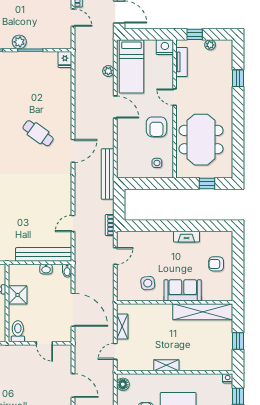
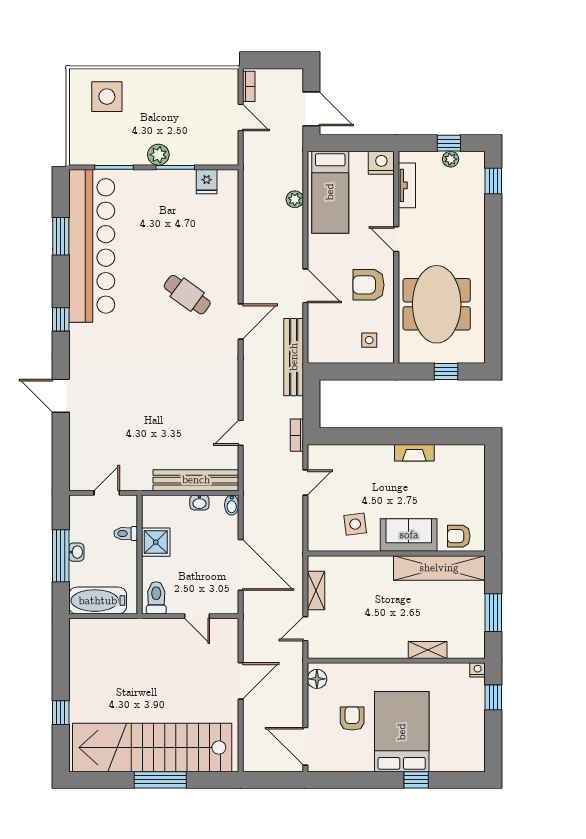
window: (195, 34) -> (449, 143), moved
fridge: (65, 59) -> (207, 182), moved
window: (238, 78) -> (493, 181), moved
door: (115, 107) -> (305, 286), moved
armchair: (156, 127) -> (368, 285), turned 90
armchair: (216, 264) -> (459, 536), moved
window: (238, 341) -> (493, 613), width x1.50
shelving: (166, 365) -> (428, 650), moved
door: (73, 386) -> (241, 681), hinge flipped

